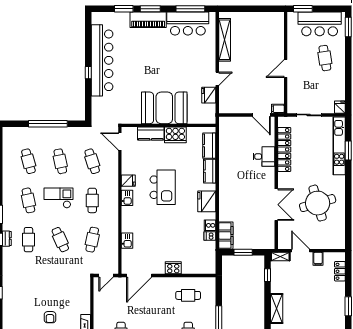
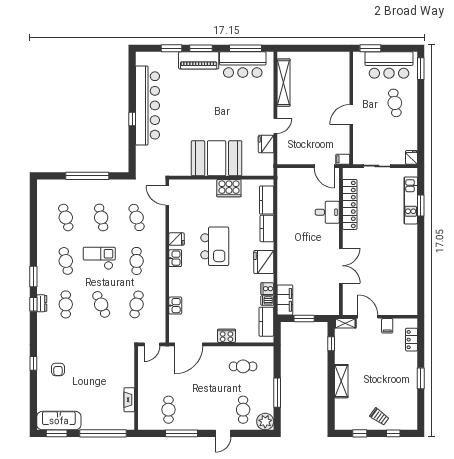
kitchen counter: (151, 133) -> (266, 322), moved, turned 90
kitchen unit: (339, 146) -> (411, 200), width x0.73
round table: (318, 203) -> (387, 264), removed
armchair: (50, 317) -> (58, 369), moved

